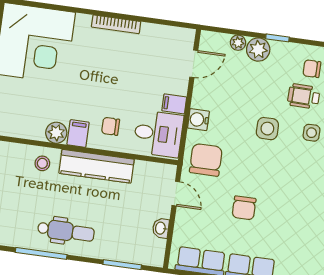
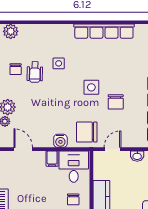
side table: (267, 129) -> (91, 87), moved
chair: (244, 208) -> (116, 102), turned 90

